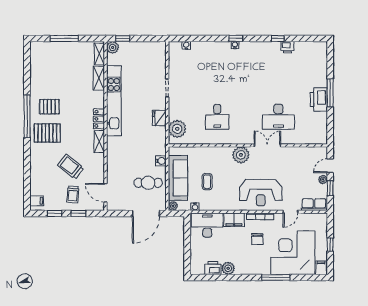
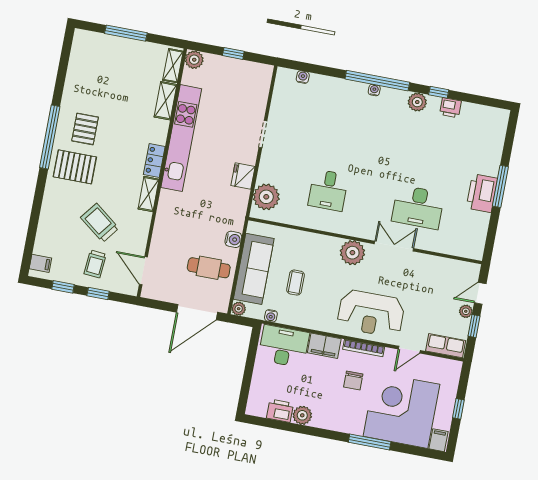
window: (123, 38) -> (233, 53), moved
window: (236, 38) -> (377, 81), width x3.17
plant: (265, 48) -> (417, 102), added
pallet: (49, 107) -> (85, 129), turned 90

